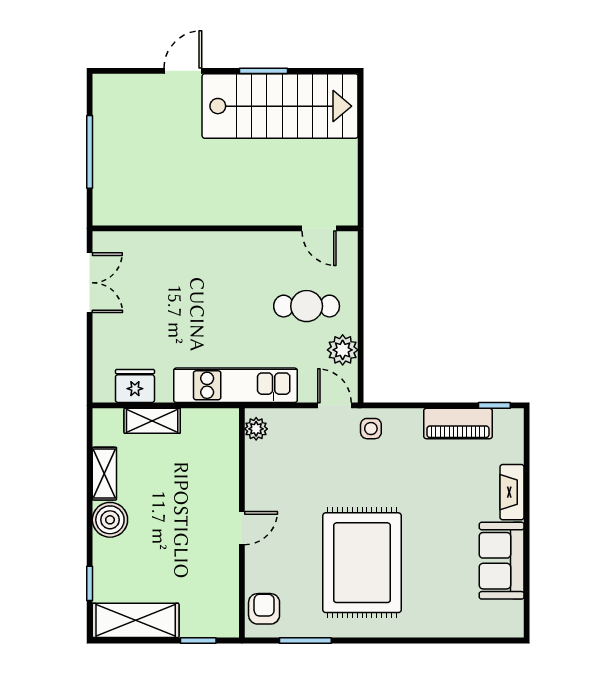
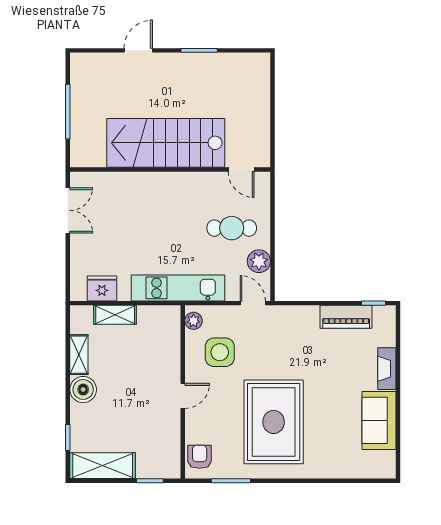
stairs: (280, 106) -> (166, 143), moved, turned 180
side table: (371, 429) -> (220, 352), moved, width x1.87, depth x1.87

